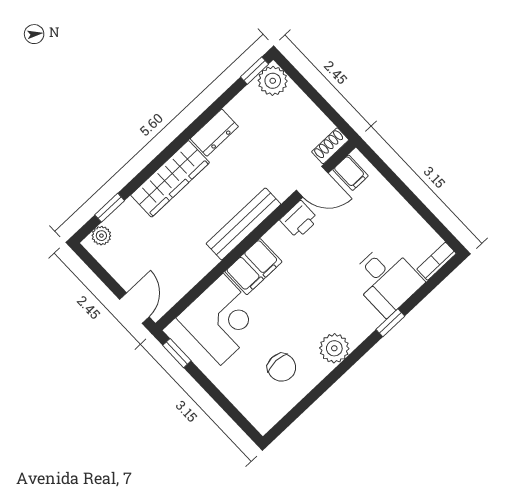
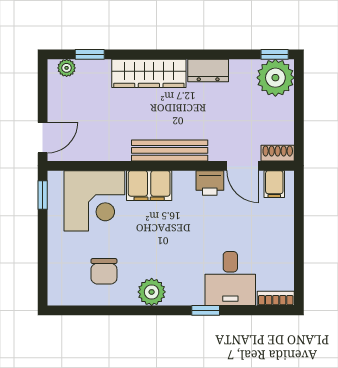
plant: (273, 81) -> (275, 78), width x1.36, depth x1.36

